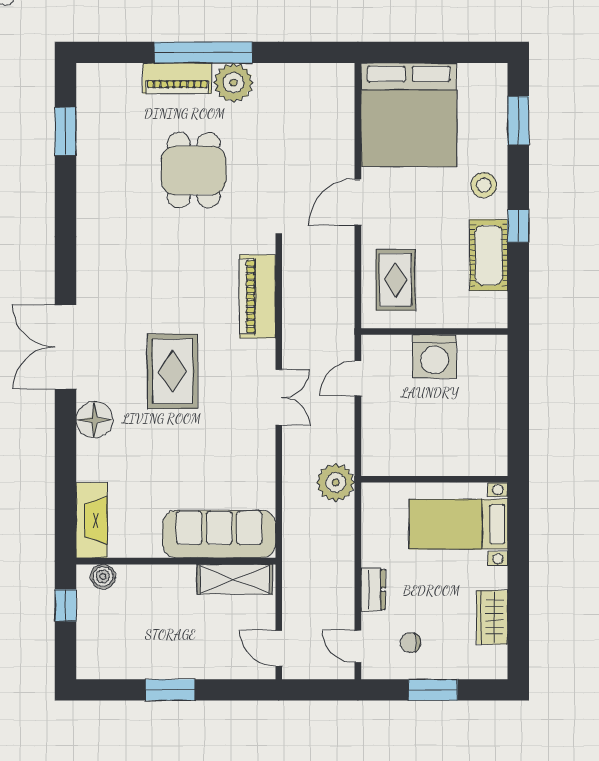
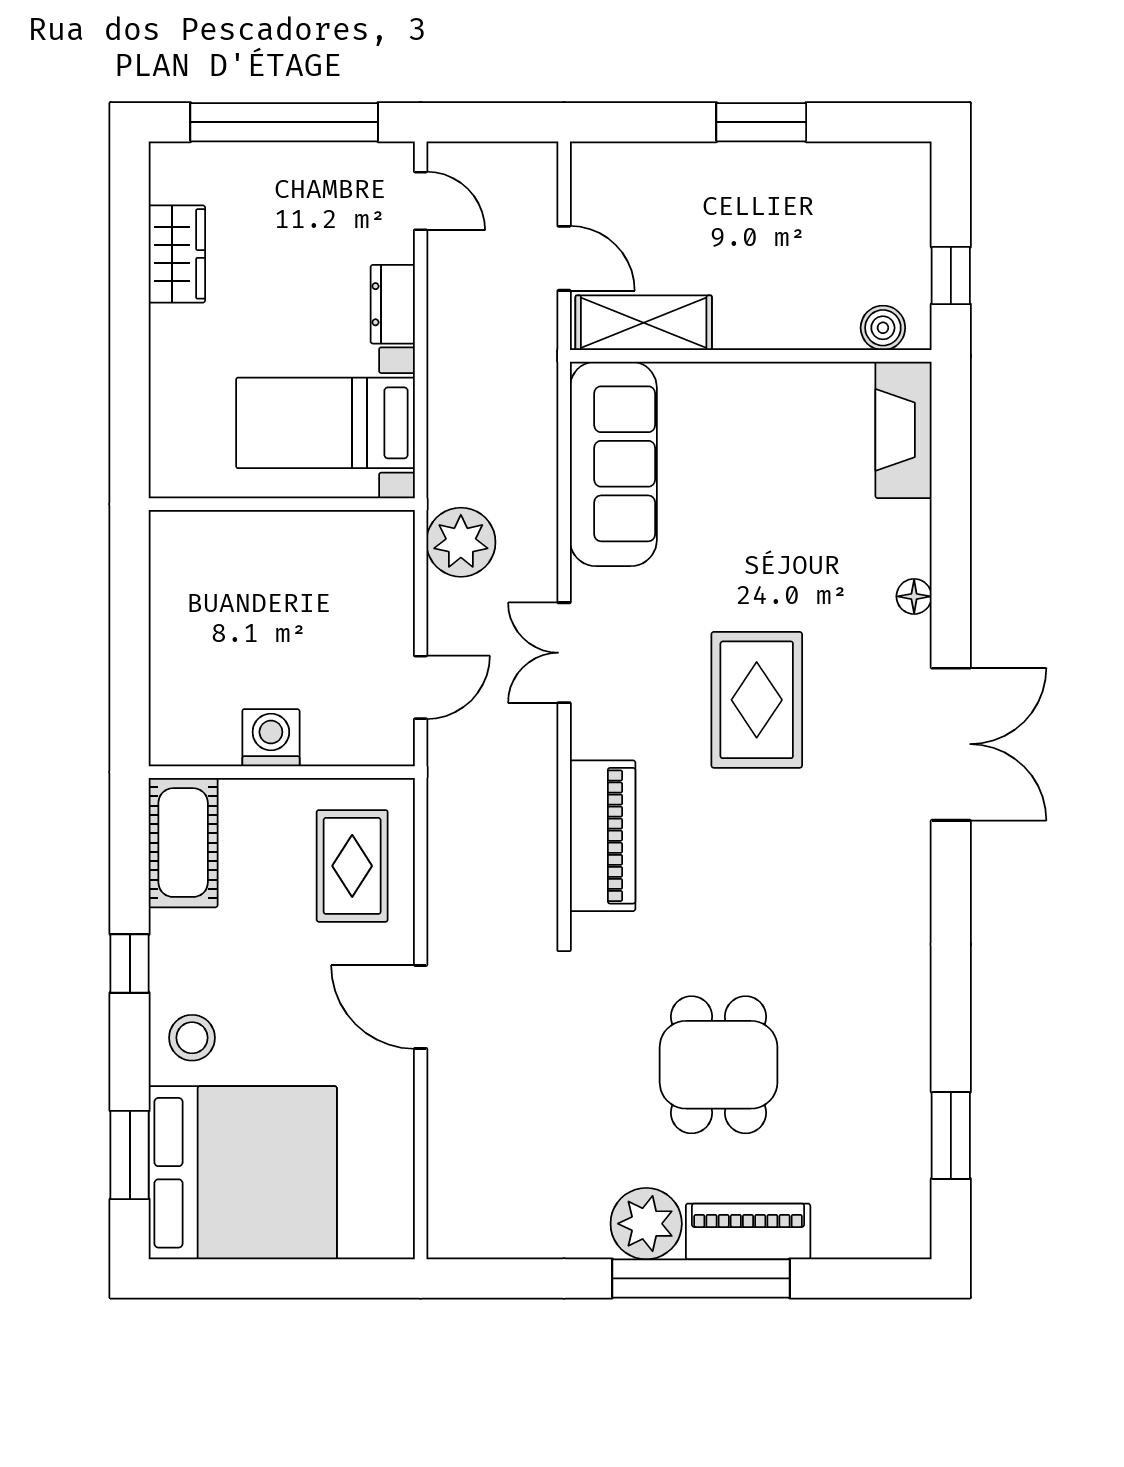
bed: (409, 115) -> (243, 1173), moved, turned 90
door: (358, 202) -> (421, 1007), swing flipped
cot: (489, 255) -> (183, 843), moved
washing machine: (434, 356) -> (271, 738), width x0.73, depth x0.73
floor lamp: (94, 420) -> (914, 596), width x0.53, depth x0.53
plant: (336, 483) -> (461, 542), moved
bed with nightstands: (458, 524) -> (325, 423), moved, turned 180
sofa: (219, 534) -> (613, 464), moved, turned -90
chair: (411, 643) -> (325, 208), removed
door: (279, 648) -> (564, 258), moved
window: (433, 690) -> (284, 122), width x2.11

